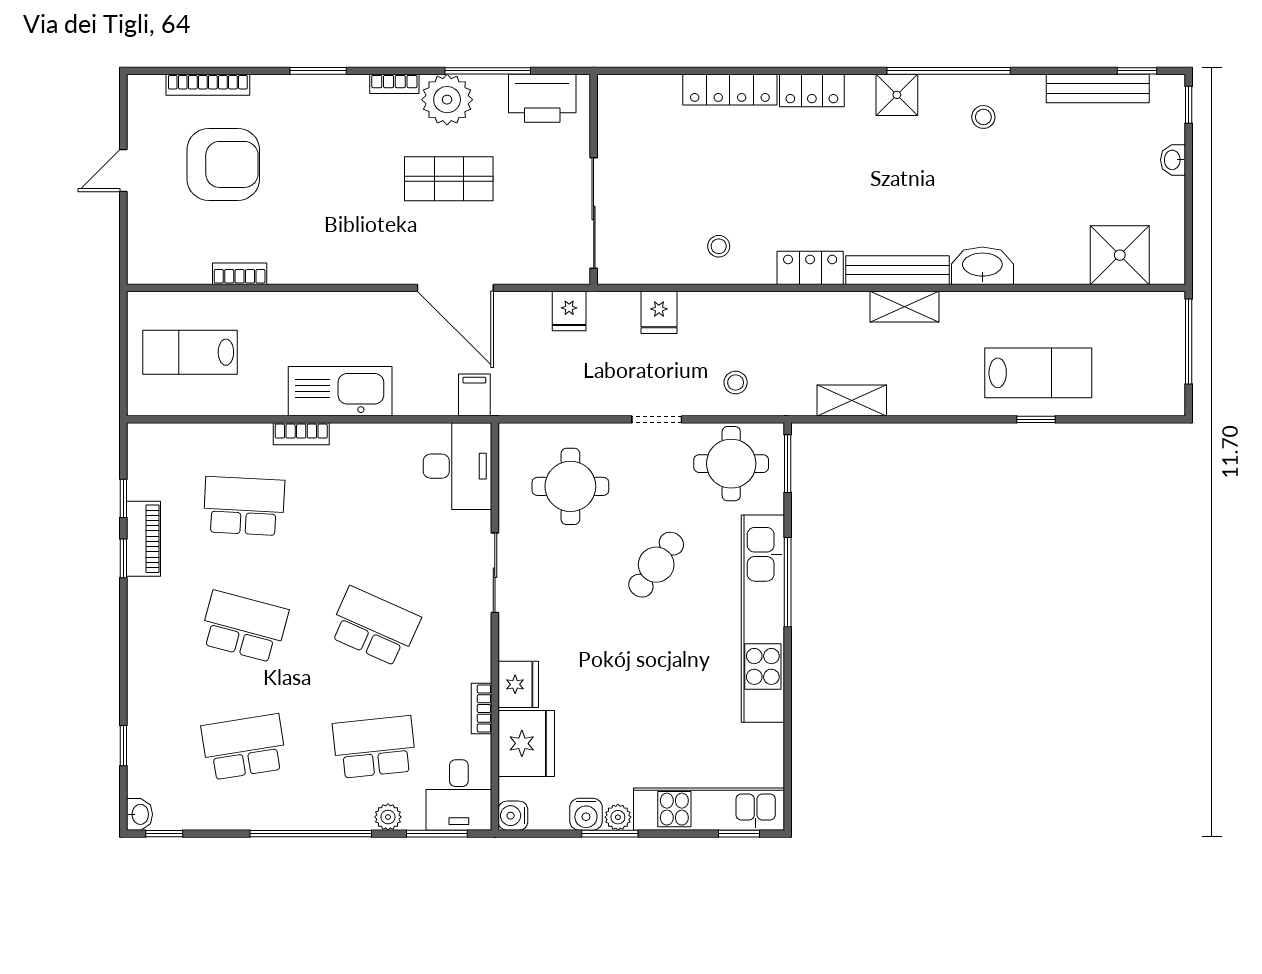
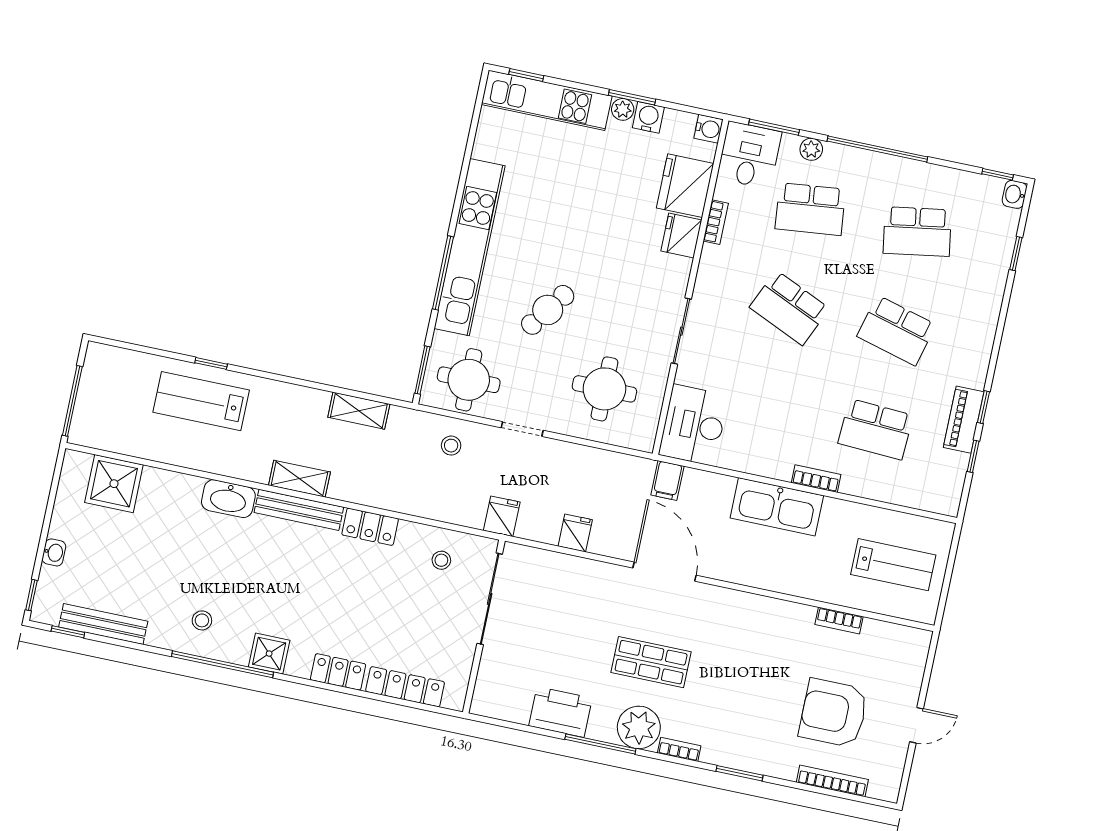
wall: (594, 179) -> (484, 626), moved
sliding door: (594, 213) -> (490, 599), moved

